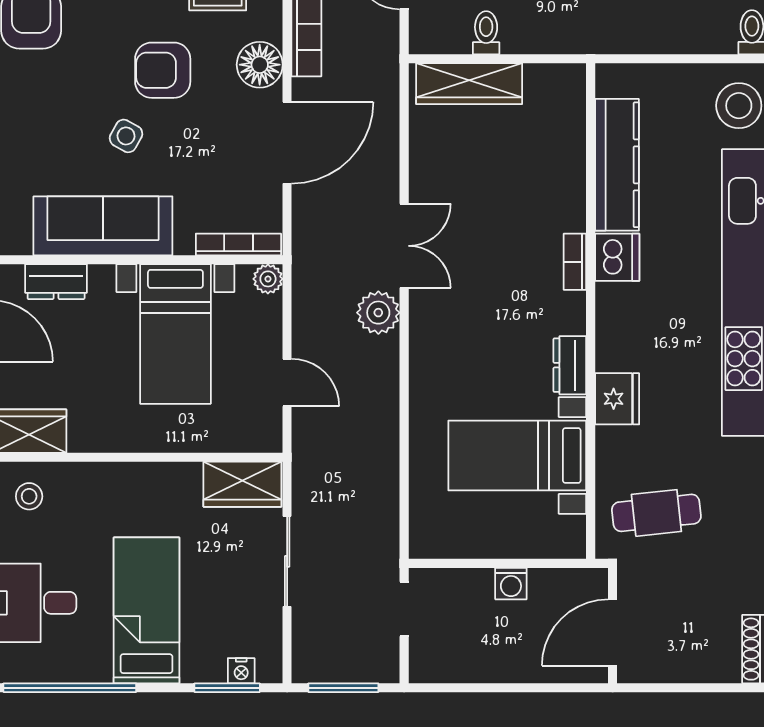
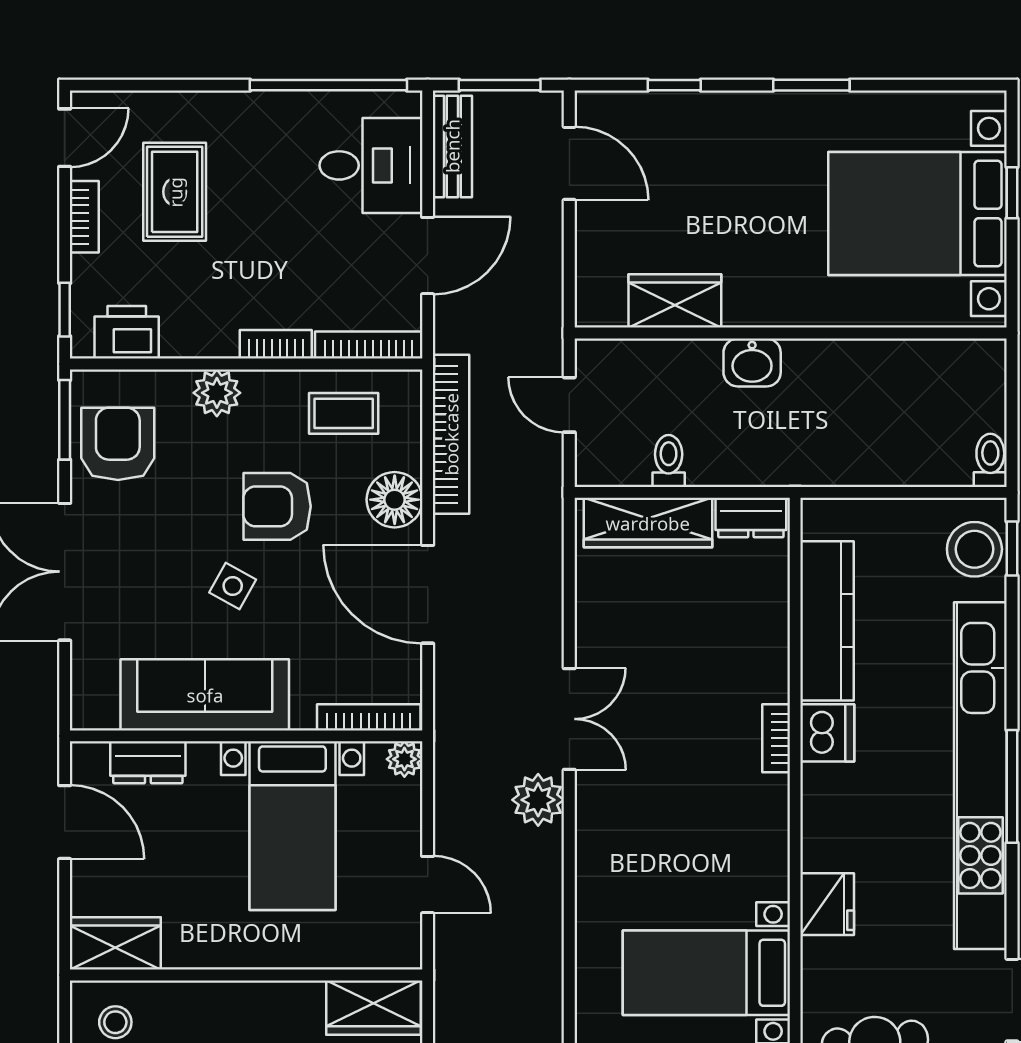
door: (287, 143) -> (428, 594), swing flipped
dresser: (570, 365) -> (751, 518), moved, turned -90

